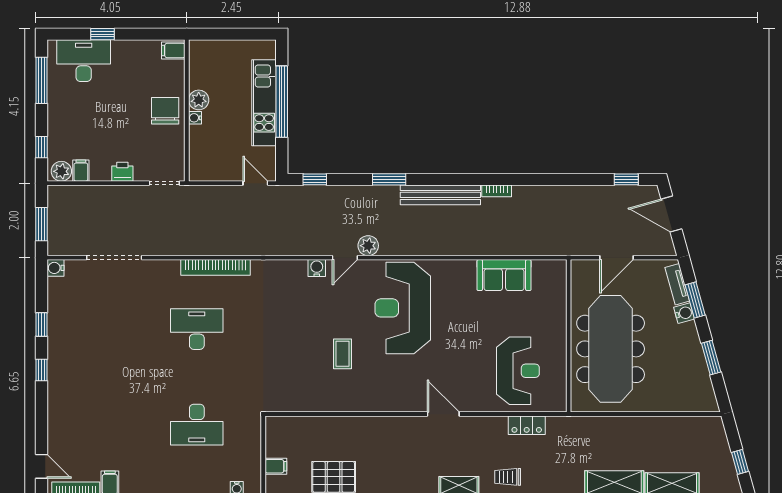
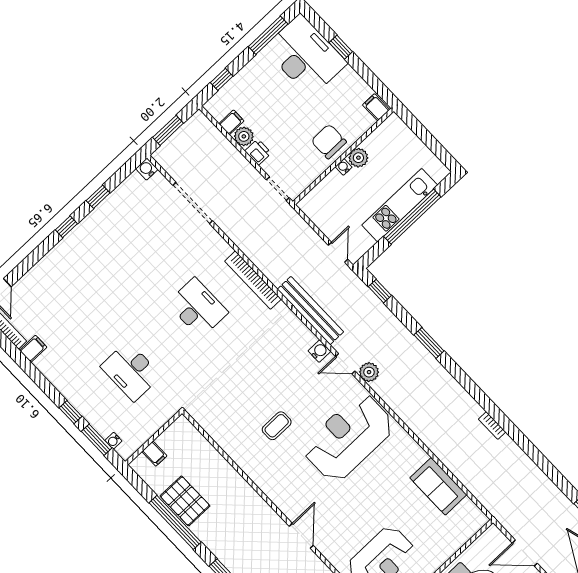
desk: (84, 61) -> (305, 56), width x1.36, depth x1.30
chair: (165, 111) -> (329, 141), turned -90
plant: (61, 171) -> (244, 136), moved
bench: (440, 195) -> (310, 311), moved

